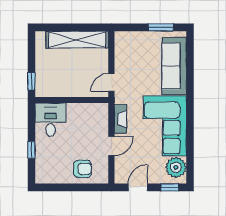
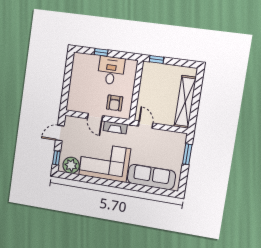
window: (161, 27) -> (187, 154), moved
desk: (51, 120) -> (111, 70), moved, turned -90
armchair: (82, 169) -> (115, 103), moved
door: (138, 187) -> (60, 133), swing flipped

